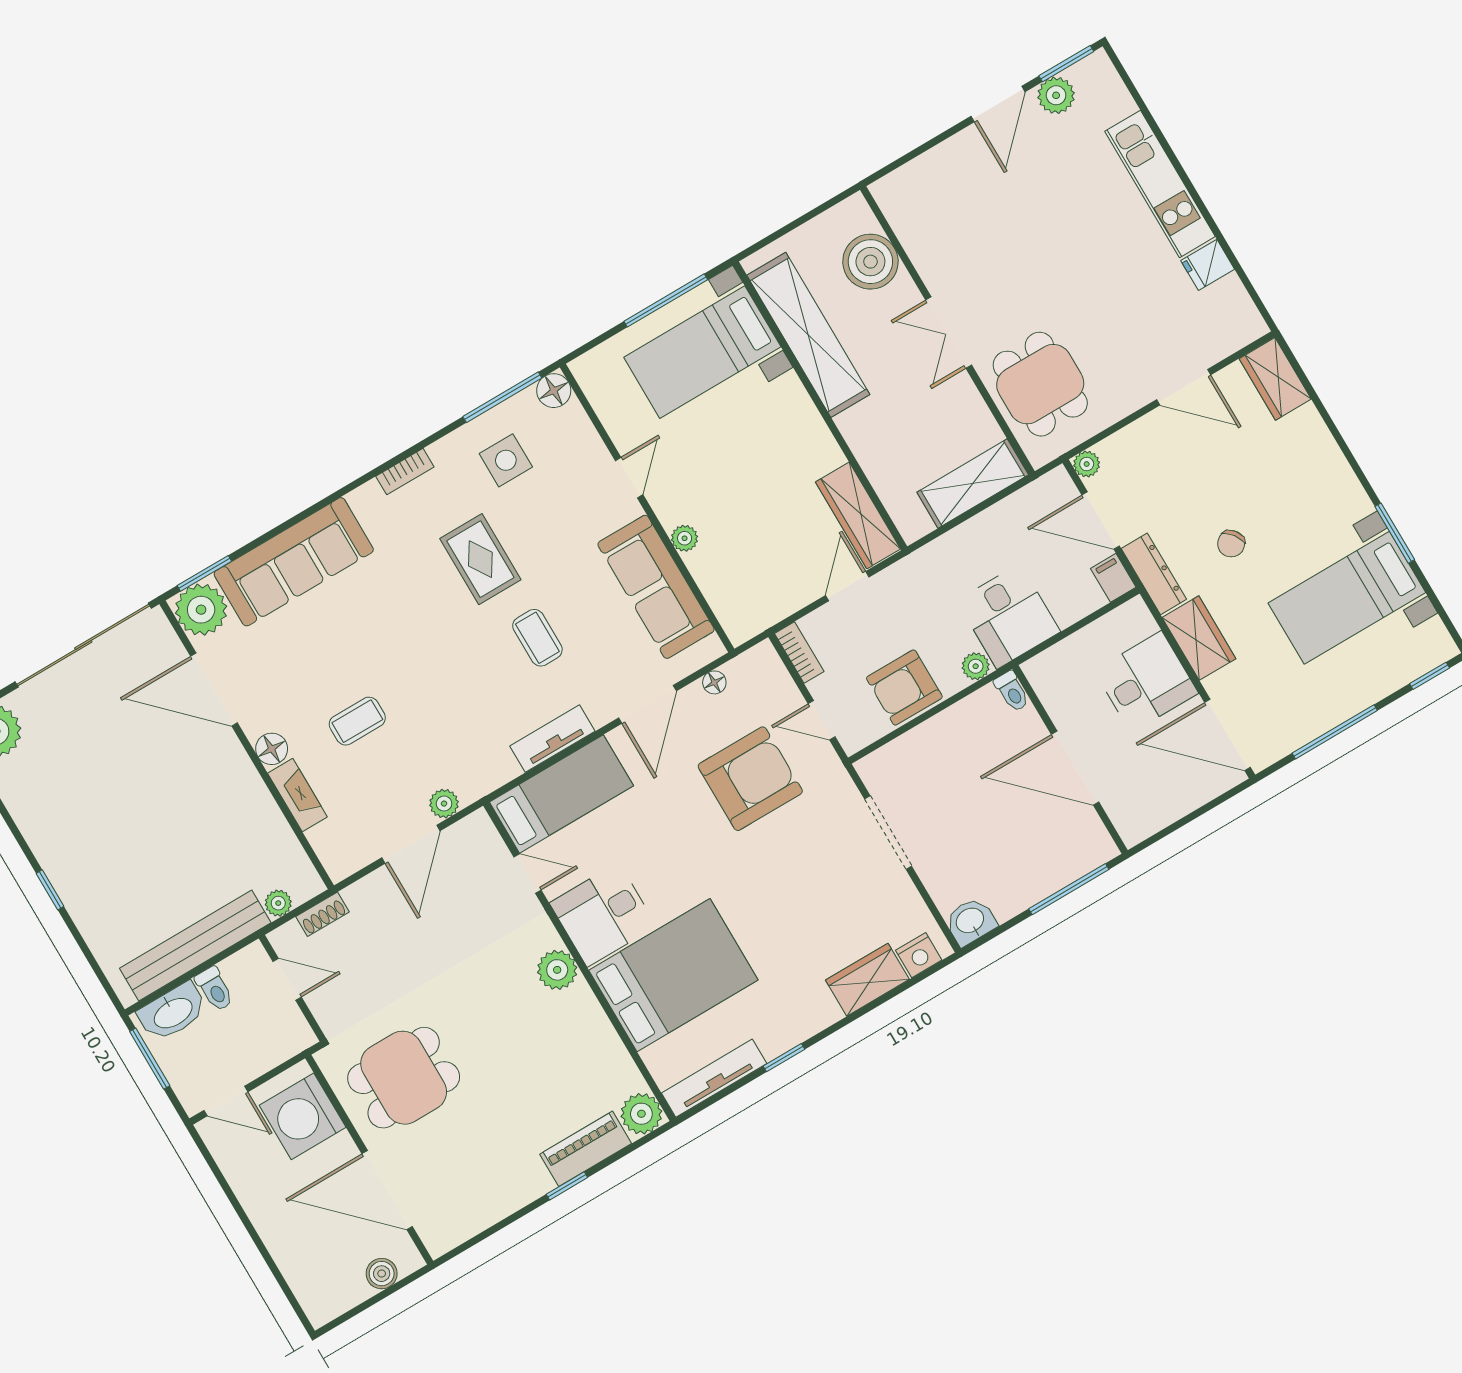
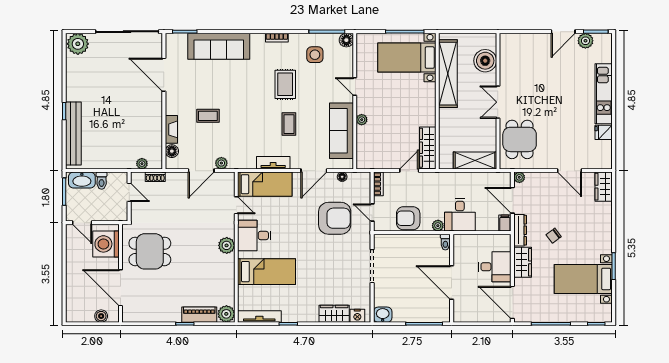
door: (629, 478) -> (355, 87), swing flipped
plant: (201, 610) -> (176, 44), removed
floor lamp: (272, 749) -> (172, 151), moved
bench: (195, 945) -> (73, 133), moved, turned 90
bed: (673, 975) -> (267, 272), width x0.67

